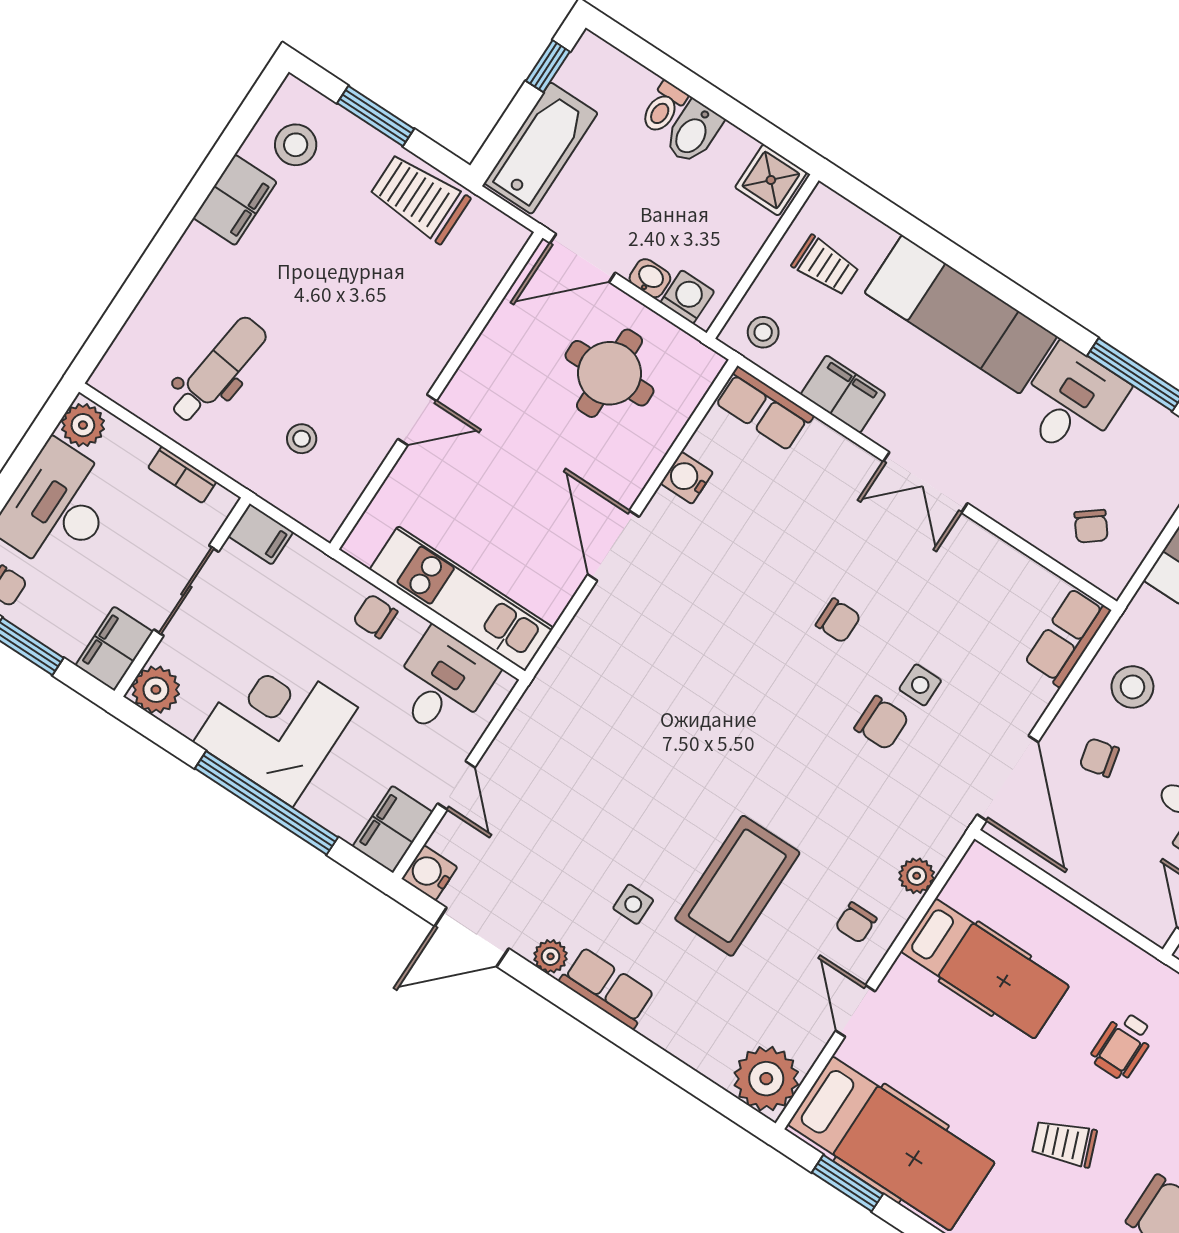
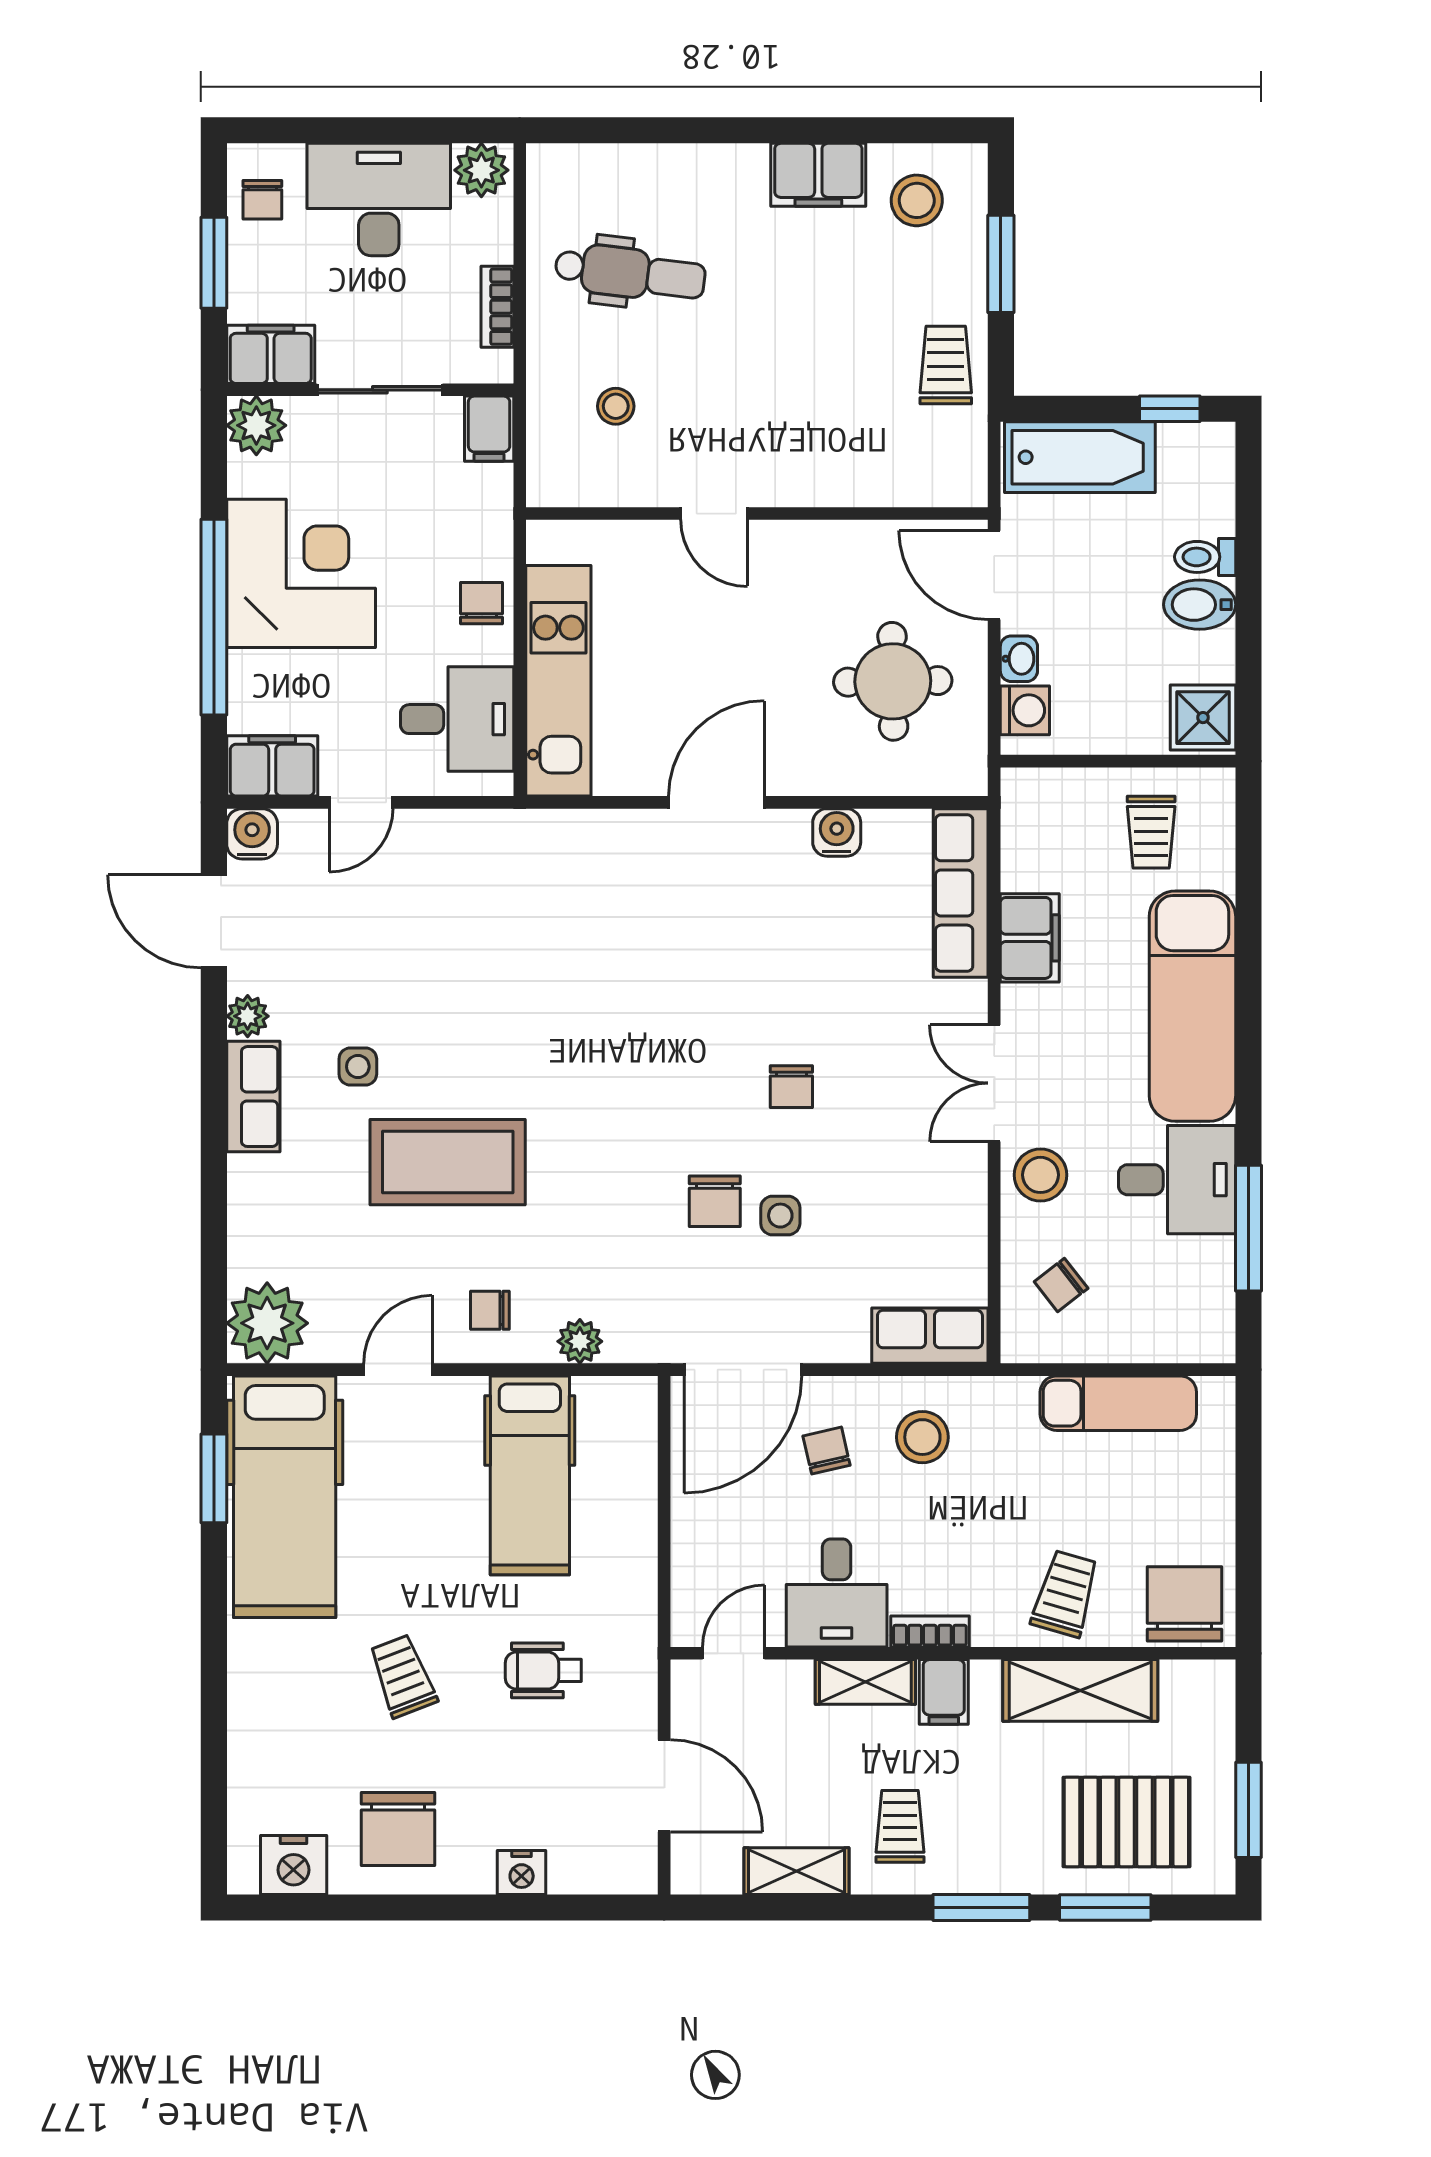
trolley: (419, 198) -> (946, 365), width x0.73, depth x0.72
stool: (763, 332) -> (1040, 1175), moved, width x1.37, depth x1.37
row of seats: (764, 409) -> (961, 893), width x1.48

